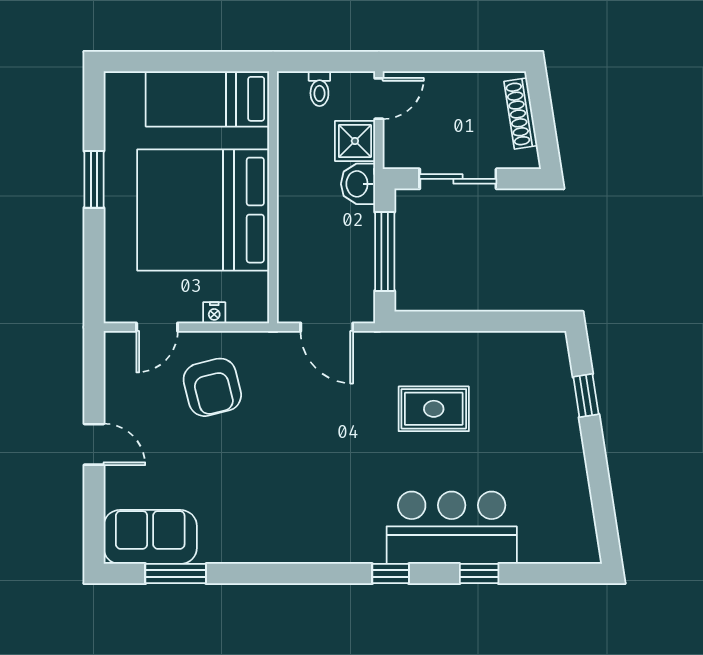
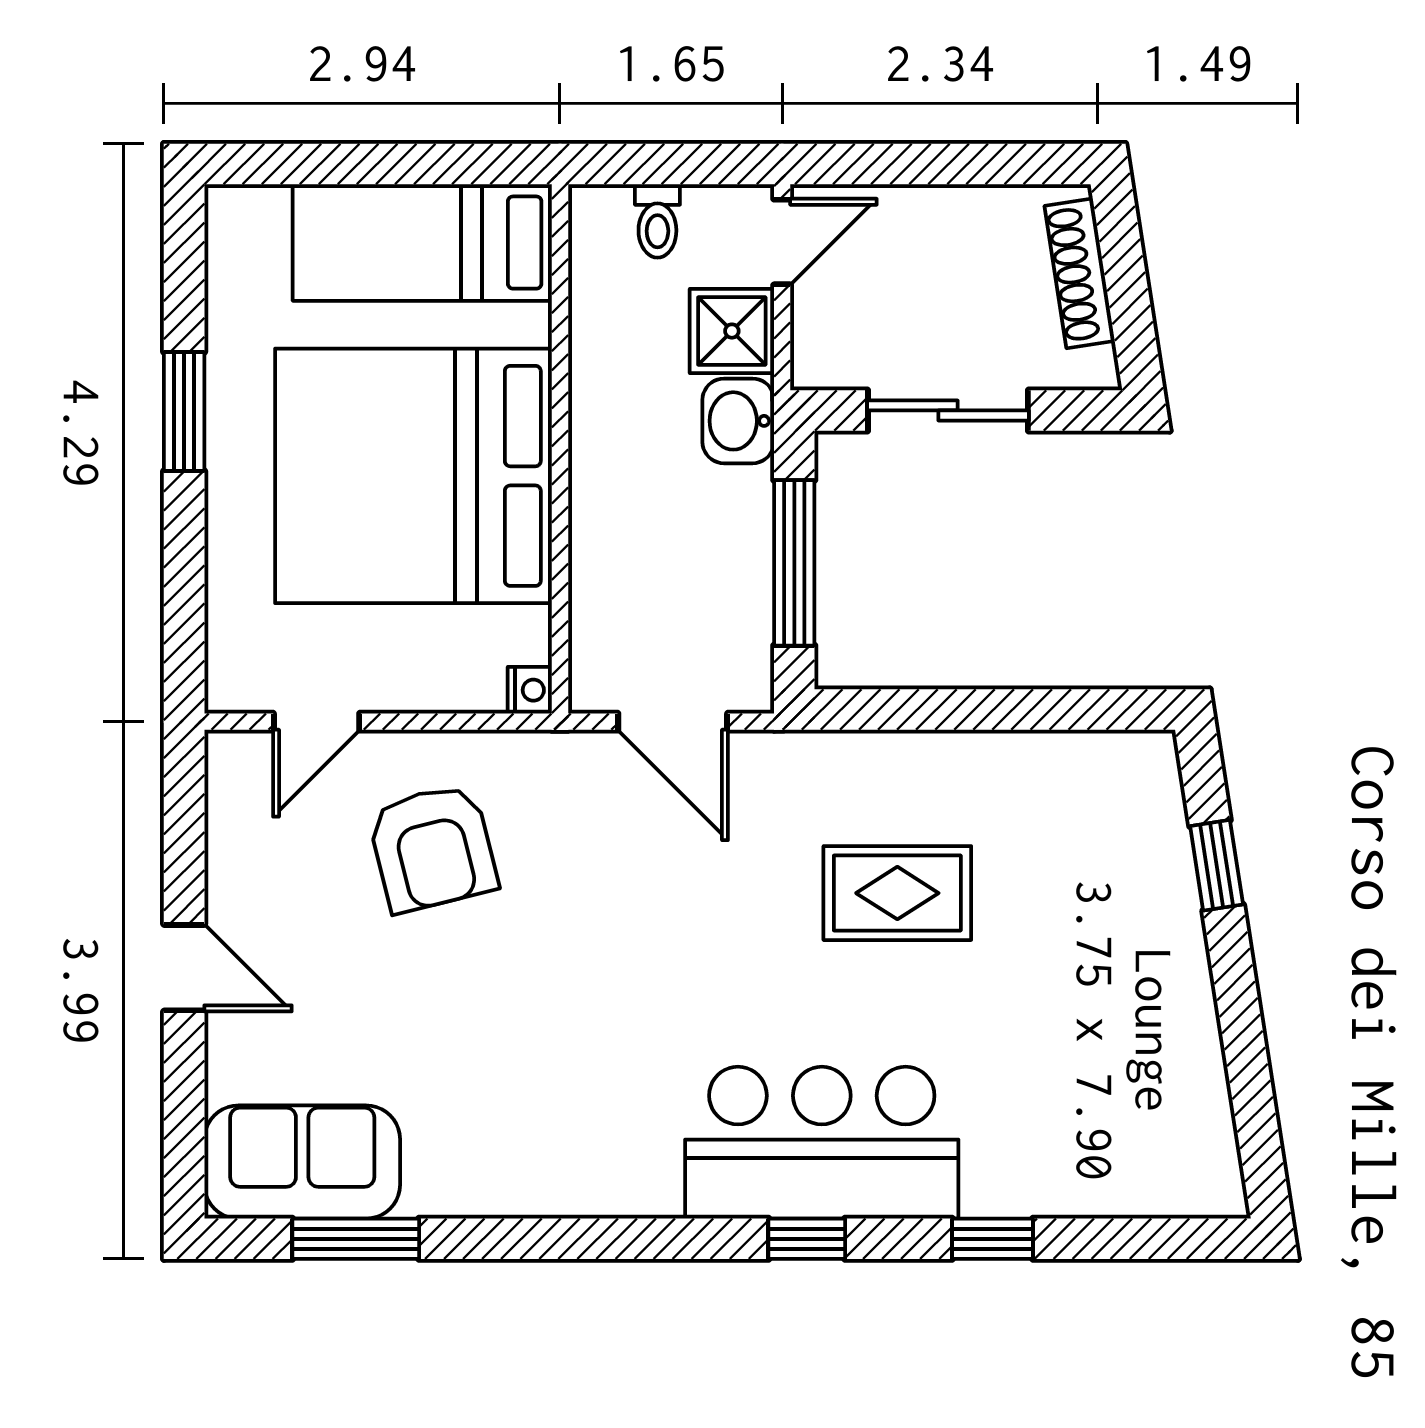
nightstand: (214, 313) -> (530, 690), moved, turned -90
bar counter: (452, 528) -> (822, 1143), moved

